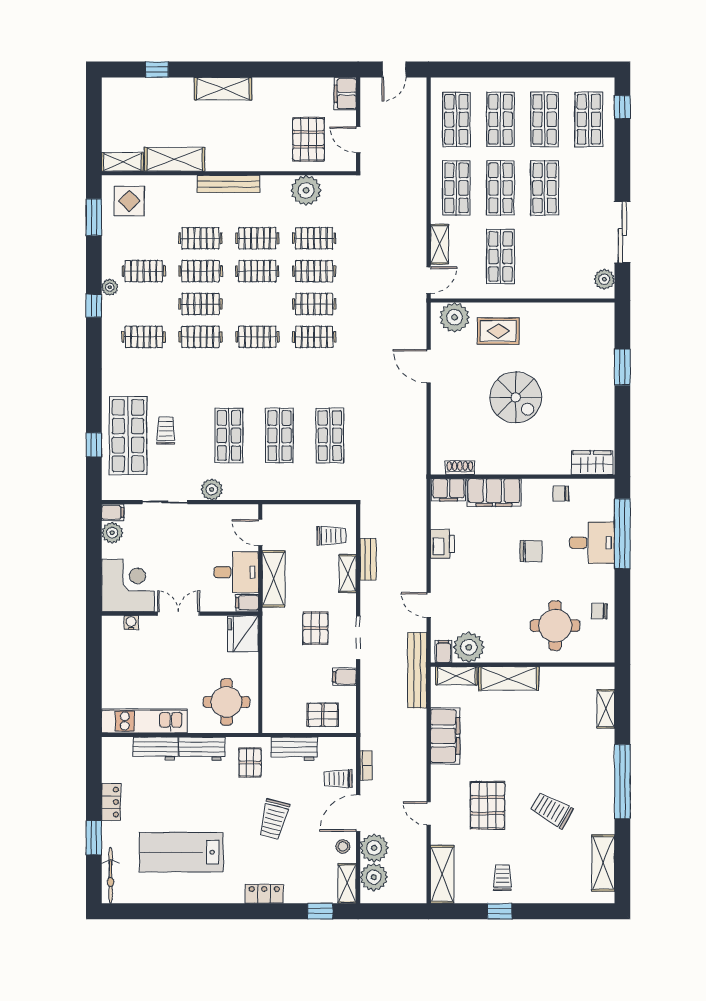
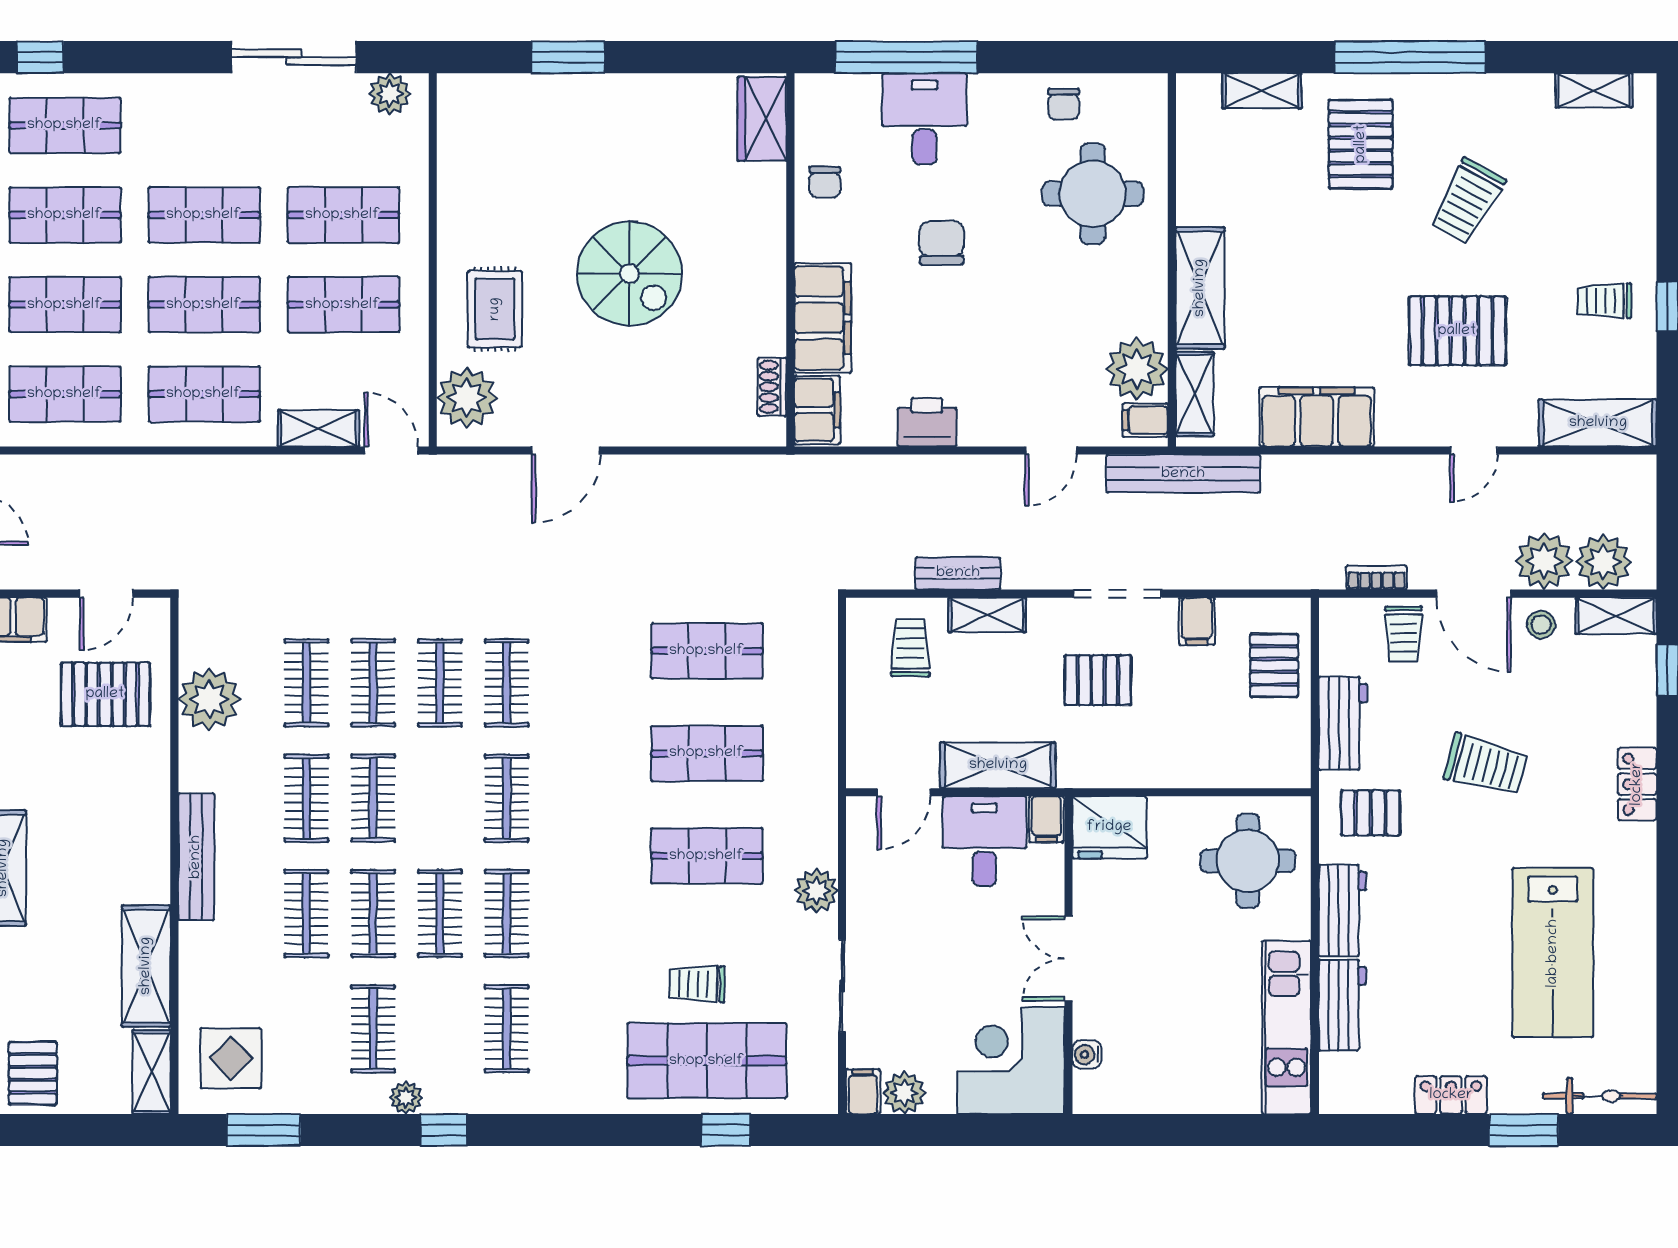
pallet: (122, 103) -> (33, 1073), added
shop shelf: (545, 256) -> (343, 215), added
spiral stairs: (516, 397) -> (629, 274), turned 90
pallet: (580, 758) -> (1361, 144), added
shelving: (603, 863) -> (1594, 90), width x0.67, depth x0.75

